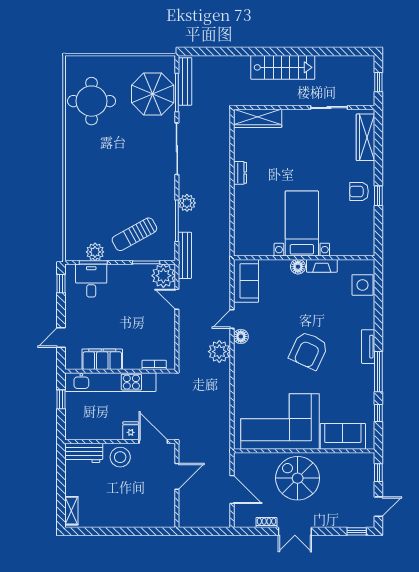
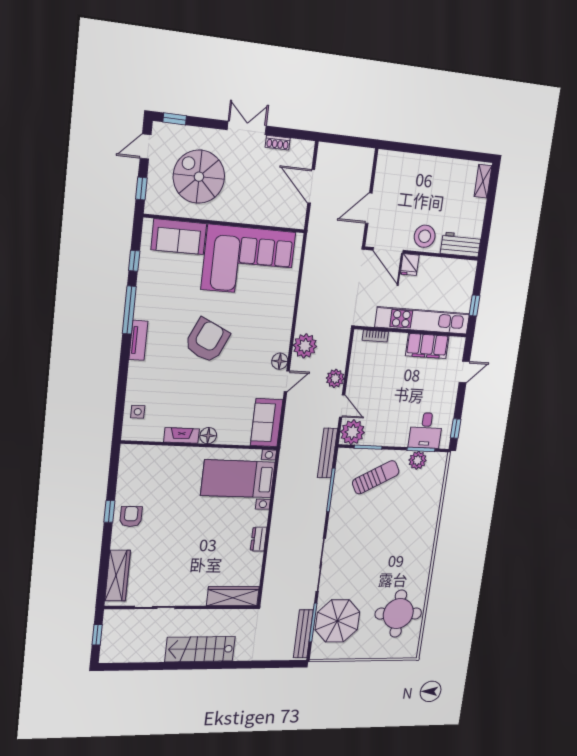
armchair: (359, 191) -> (131, 516), turned -90
plant: (187, 203) -> (335, 378), moved
bed with nightstands: (302, 224) -> (238, 479), moved, turned 90
side table: (362, 285) -> (138, 412), width x0.54, depth x0.54
spiral stairs: (298, 478) -> (199, 177), moved, turned 180

